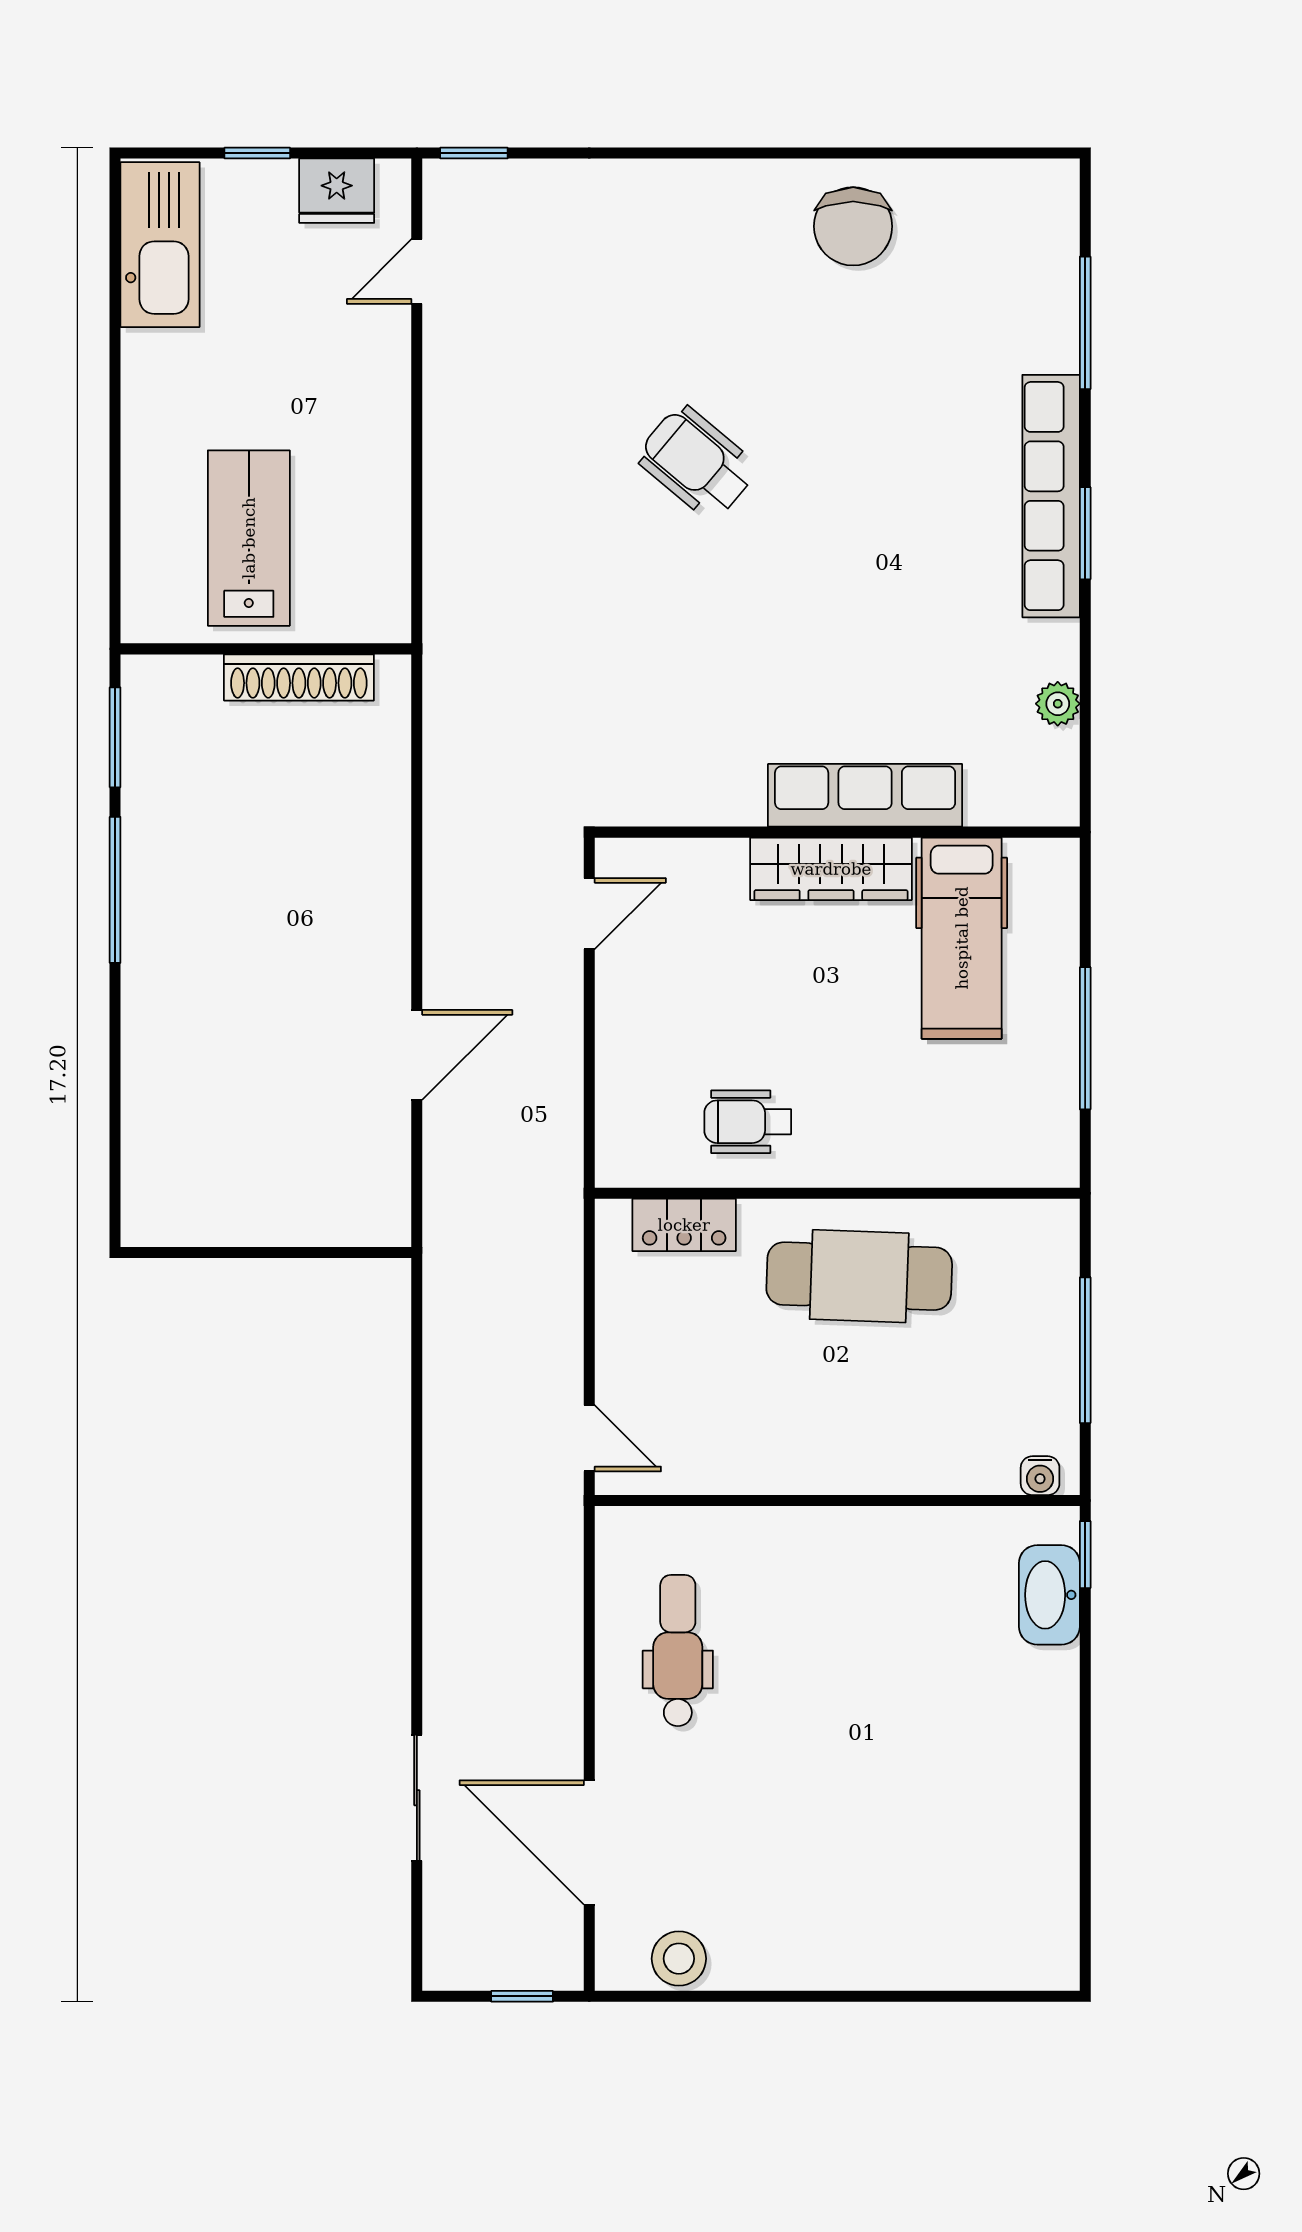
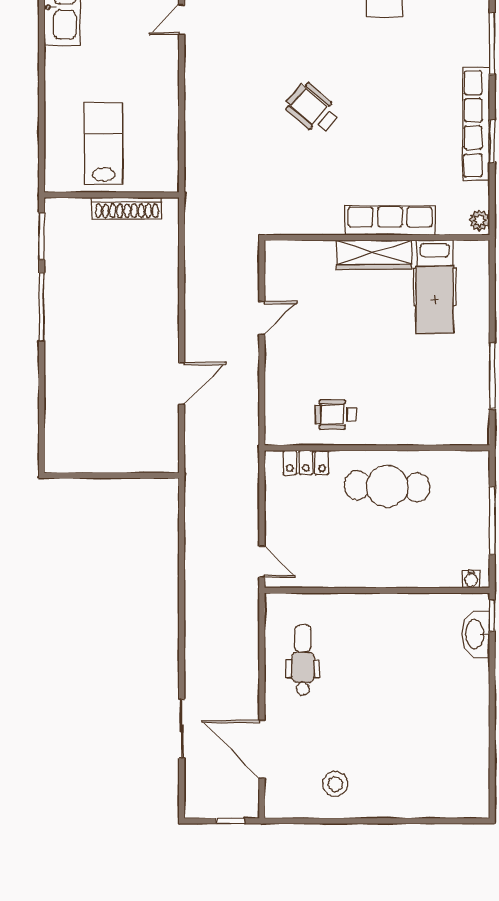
row of seats: (865, 795) -> (390, 220), moved
wall: (837, 832) -> (377, 238), moved
wardrobe: (831, 869) -> (374, 255), moved
hospital bed: (962, 938) -> (435, 287), moved
stool: (679, 1959) -> (335, 784), moved

